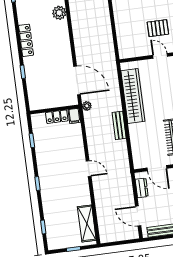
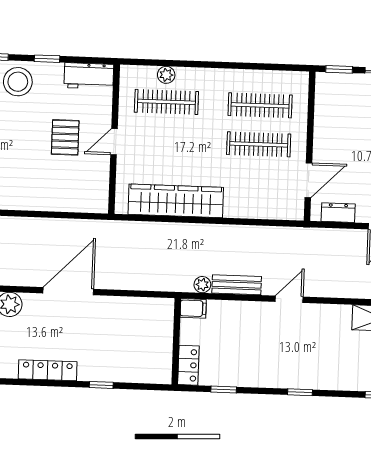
door: (77, 80) -> (68, 291), moved
plant: (87, 106) -> (202, 285), moved
locker: (57, 117) -> (188, 365), moved
bench: (119, 125) -> (237, 285), moved

